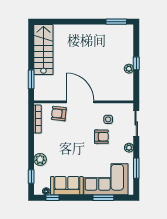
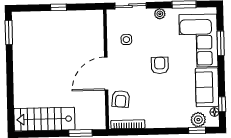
plant: (129, 69) -> (65, 16), removed
armchair: (101, 137) -> (160, 65), moved
plant: (40, 159) -> (198, 120), moved

